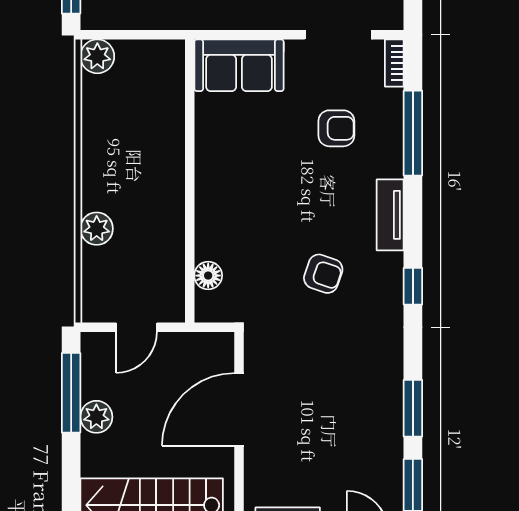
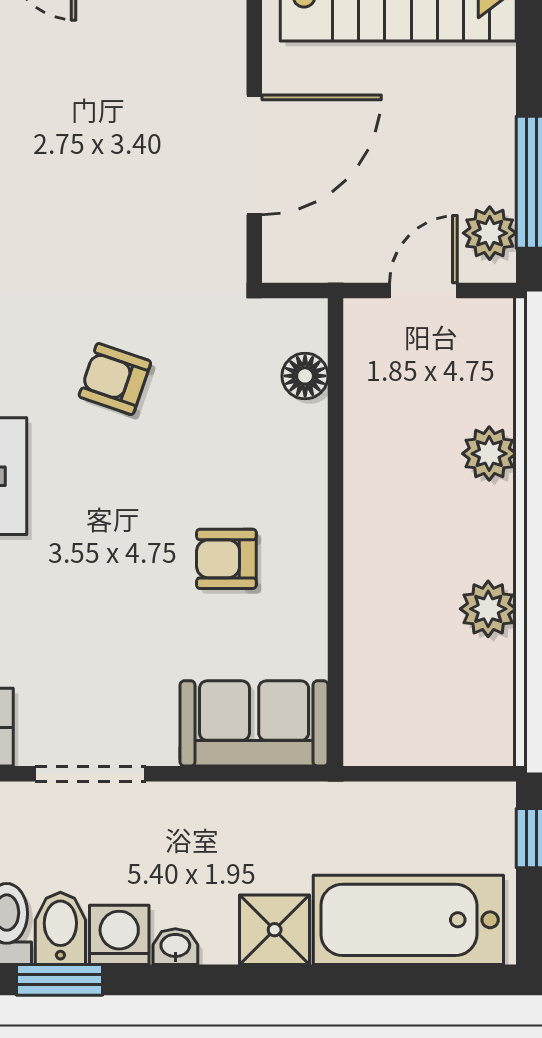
plant: (97, 56) -> (488, 609), moved
armchair: (336, 128) -> (226, 559), moved
plant: (96, 417) -> (490, 233), moved

